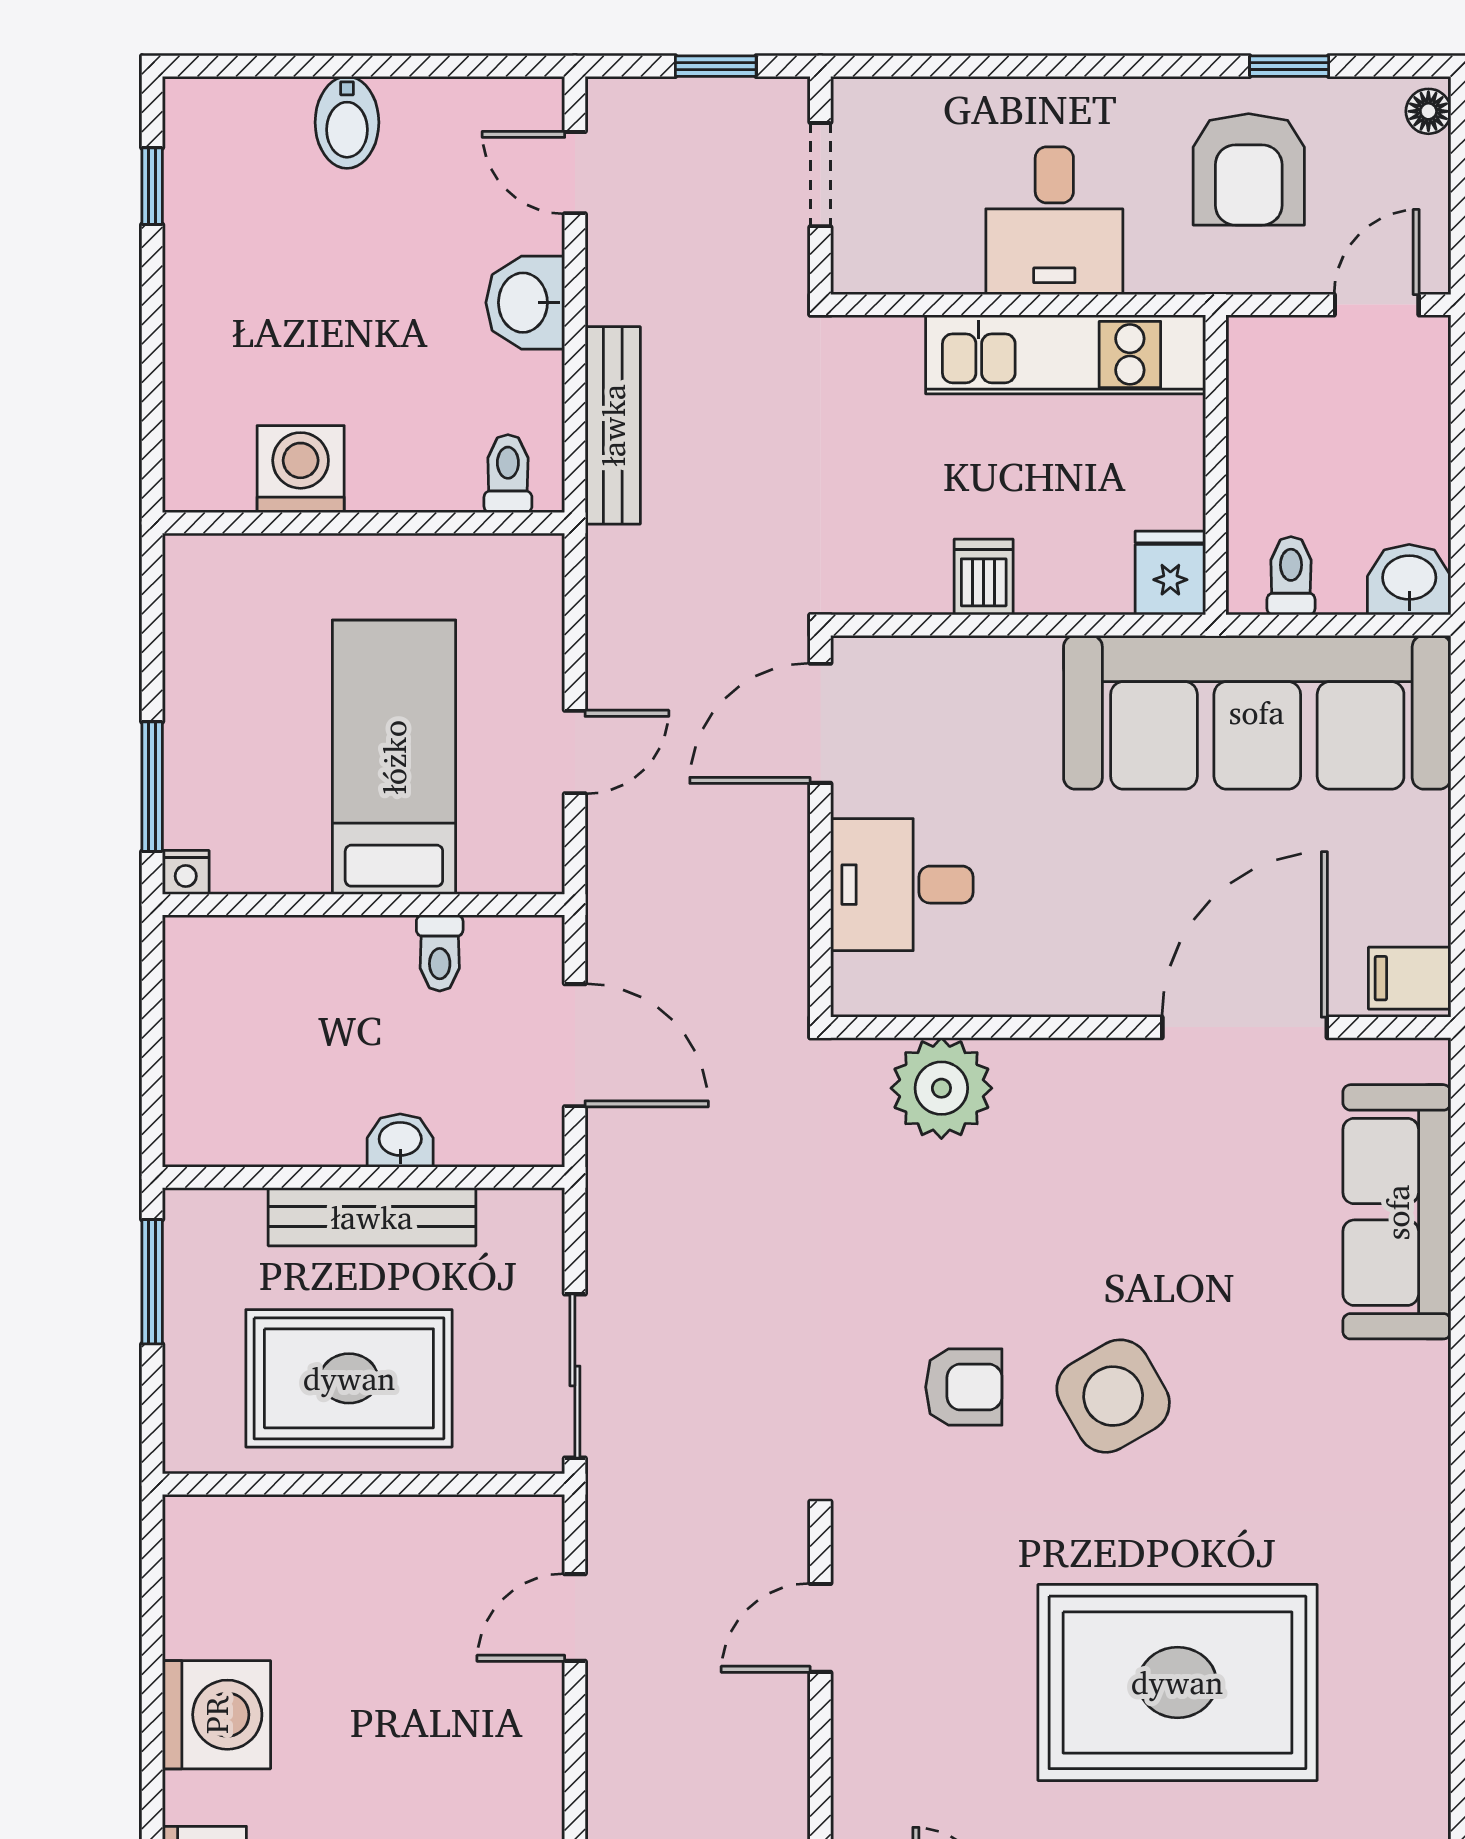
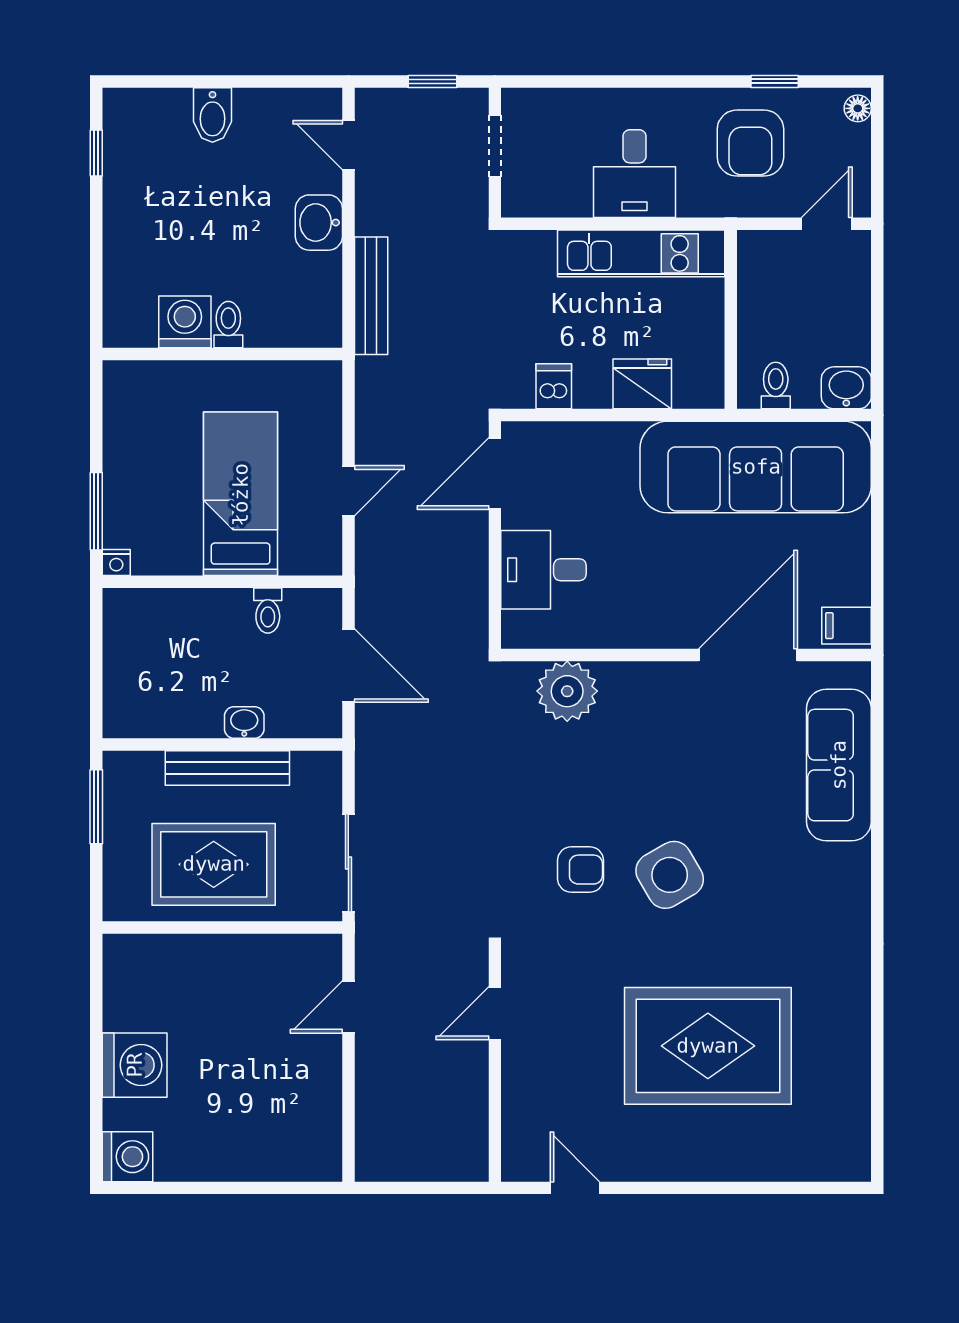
toilet: (508, 474) -> (228, 325), moved
fridge: (1170, 573) -> (642, 384), moved, width x1.38
dishwasher: (984, 577) -> (554, 386), moved

